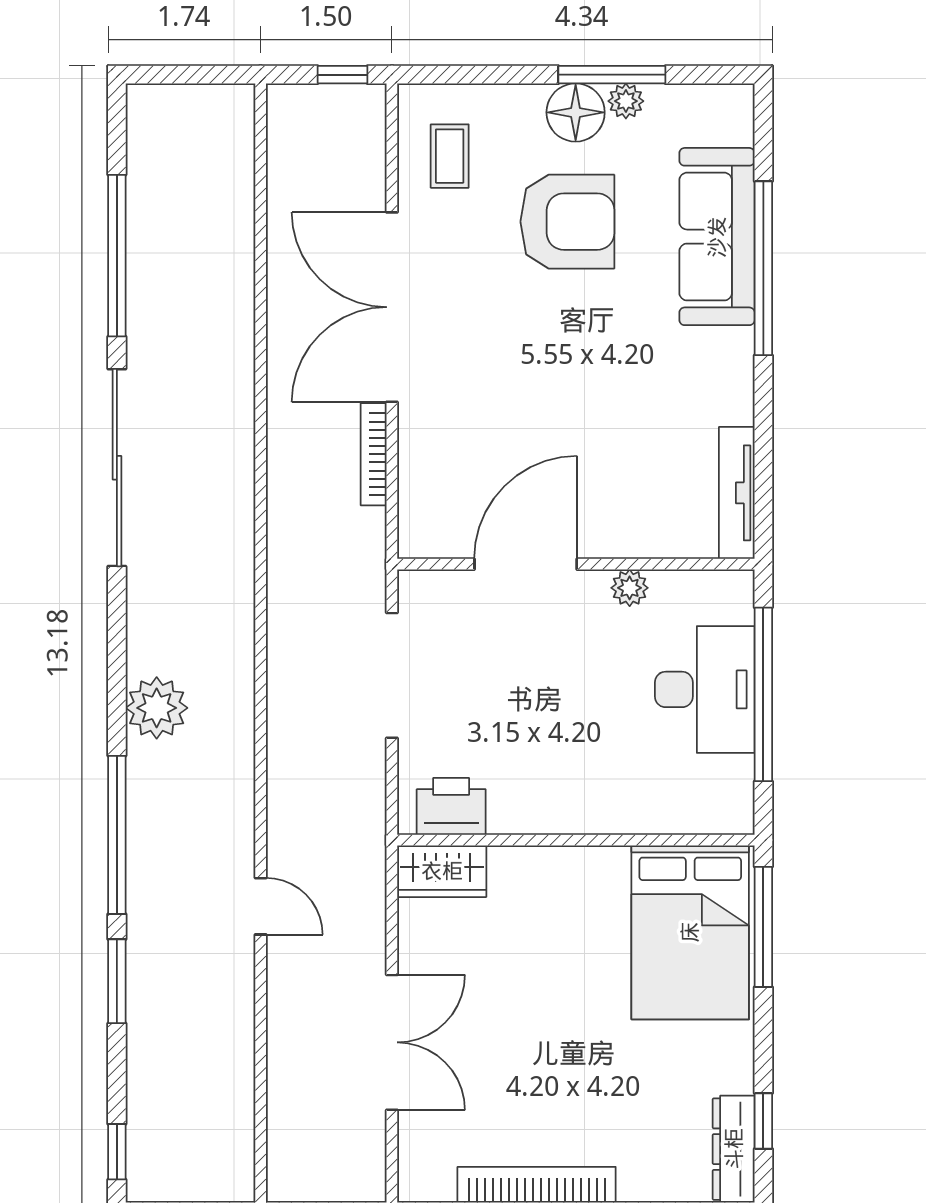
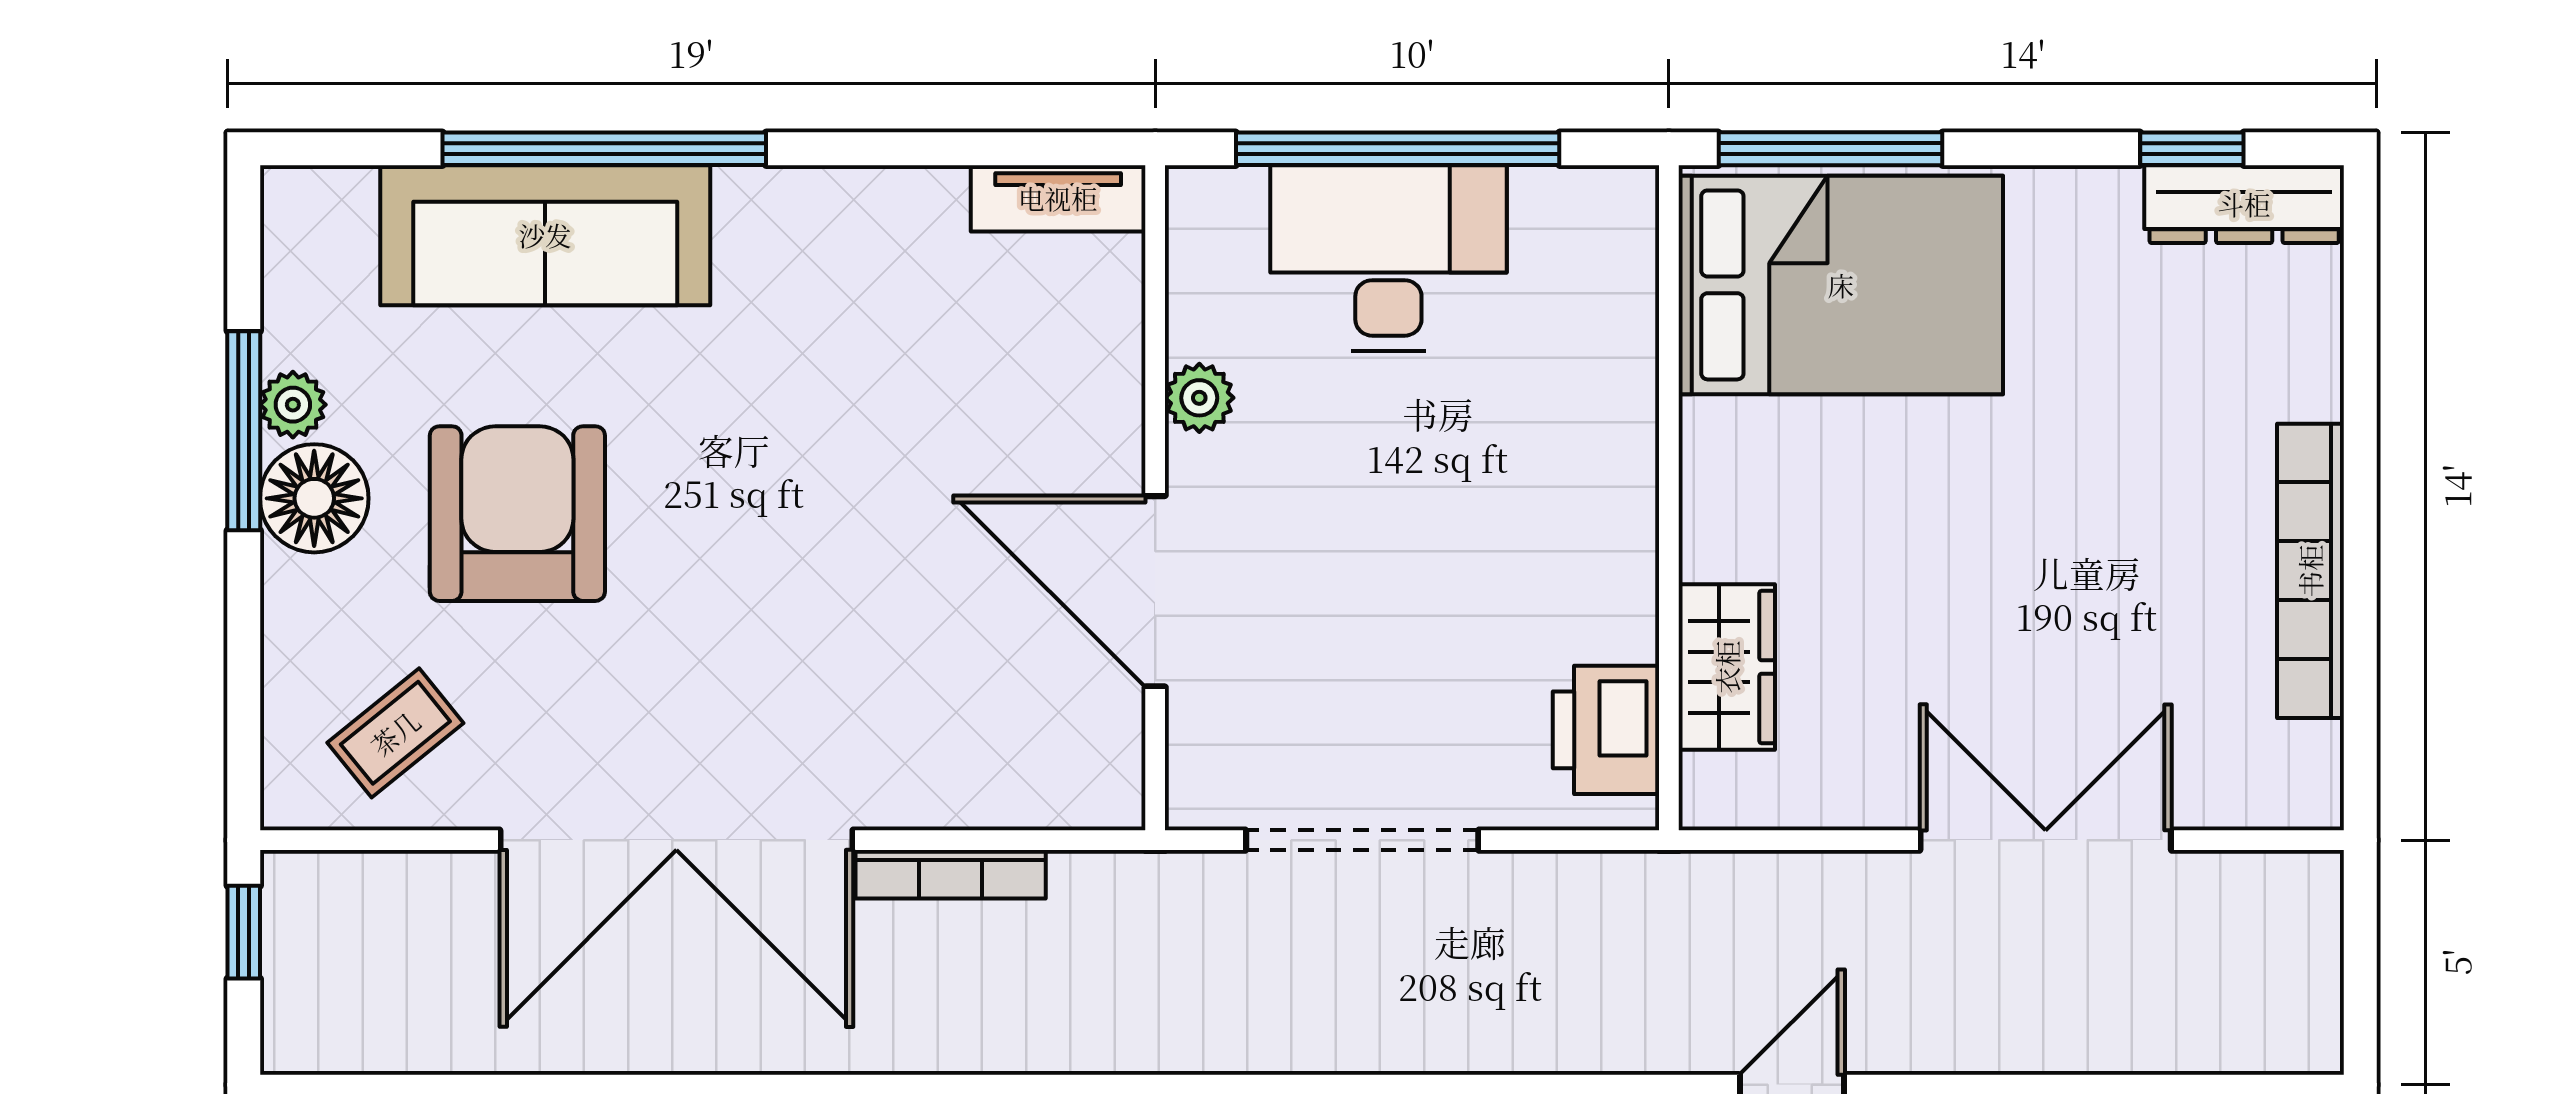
coffee table: (450, 156) -> (395, 733), turned -39
tv unit: (737, 493) -> (1058, 198), width x0.71
wardrobe: (442, 871) -> (1727, 667), moved

